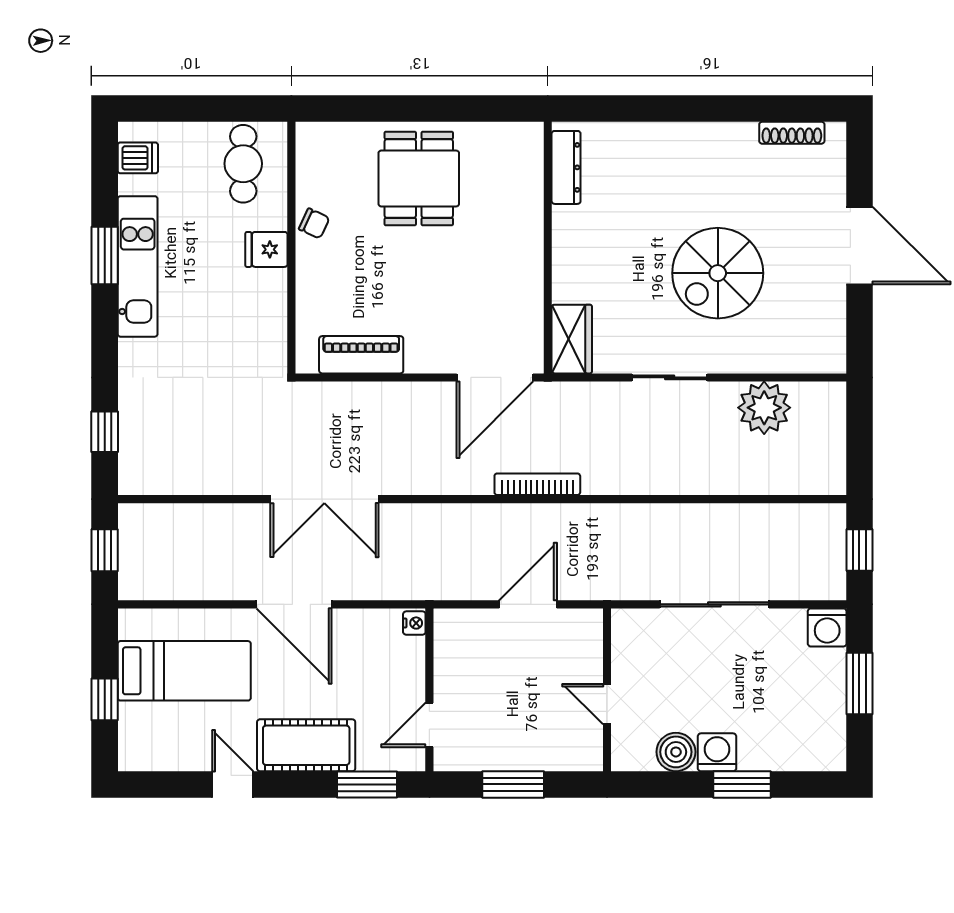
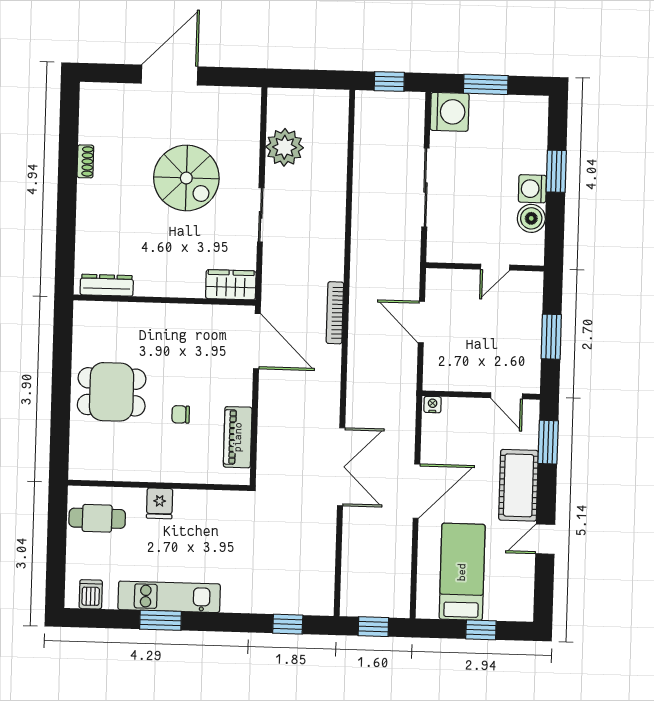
shoe rack: (792, 133) -> (85, 161), moved, width x0.70
chair: (314, 223) -> (181, 414), moved, turned -115
washing machine: (827, 627) -> (450, 112), width x1.37, depth x1.37

